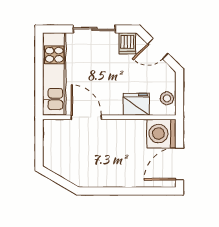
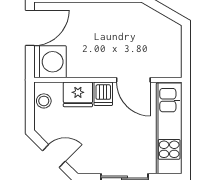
dishwasher: (127, 43) -> (103, 94), moved, turned 180

